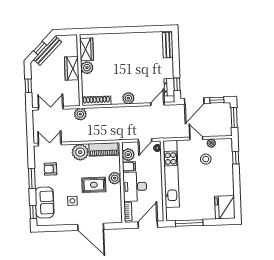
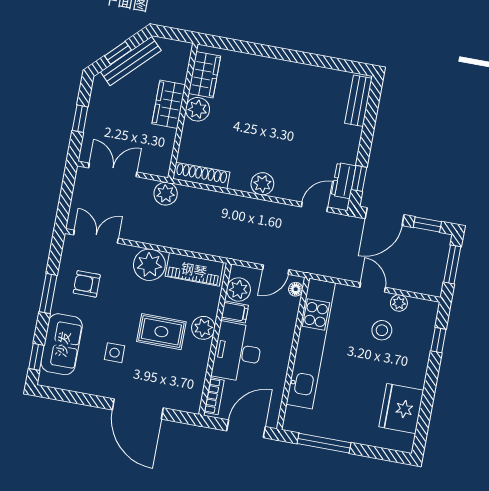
fridge: (225, 207) -> (401, 409), moved

